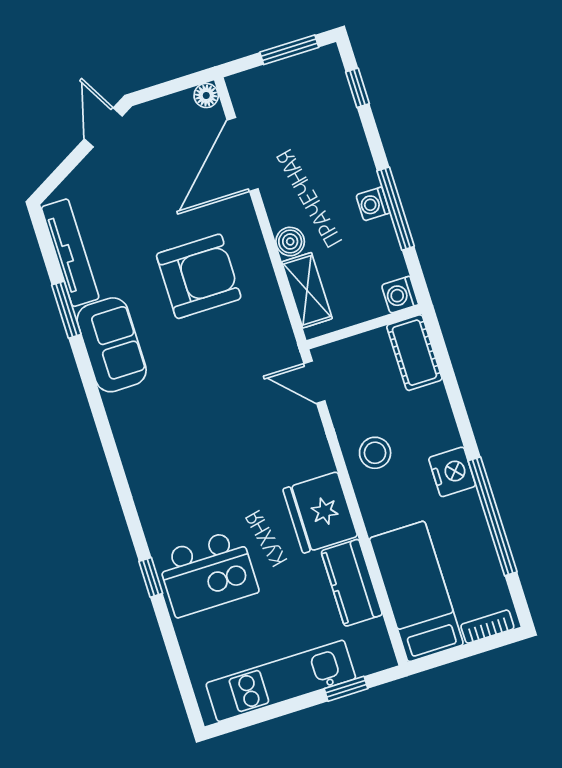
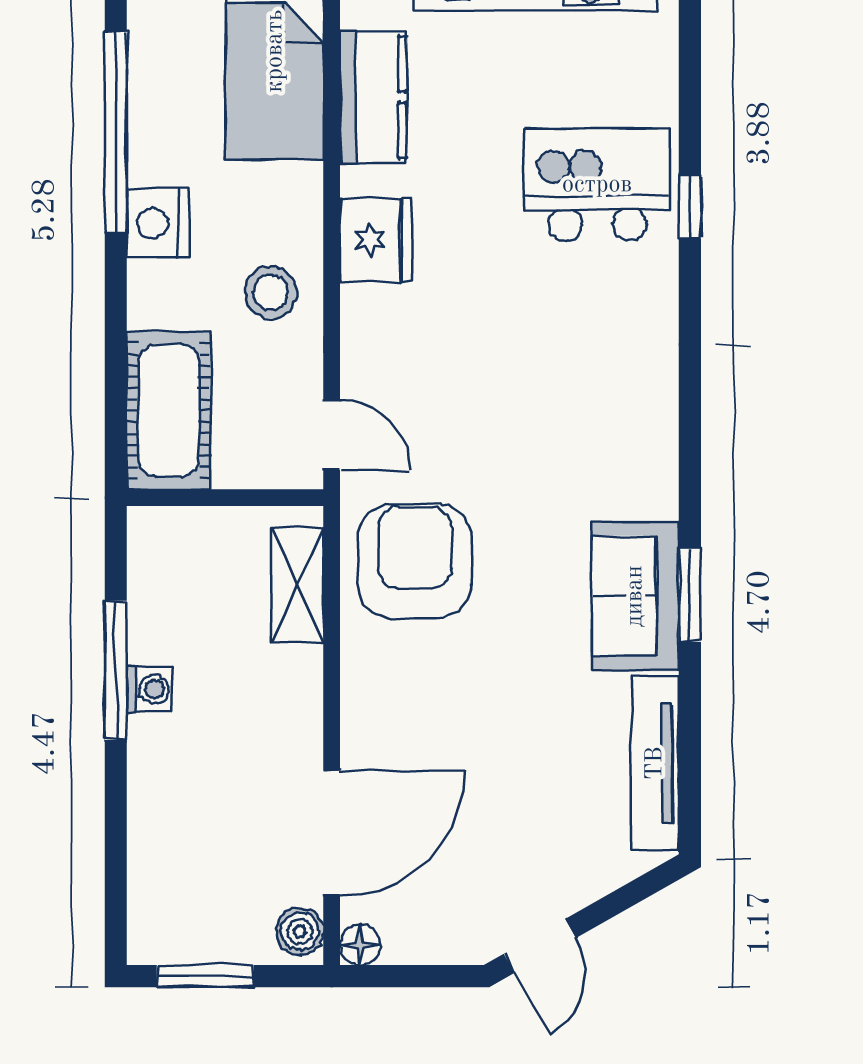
window: (357, 88) -> (116, 881), removed
boiler: (290, 242) -> (300, 931), moved
armchair: (199, 276) -> (415, 561), moved, turned 90
washing machine: (400, 295) -> (152, 531), removed
window: (66, 310) -> (690, 595), moved
cot: (414, 353) -> (169, 411), width x1.37, depth x1.34
fridge: (320, 513) -> (376, 240), width x0.73, depth x0.75

